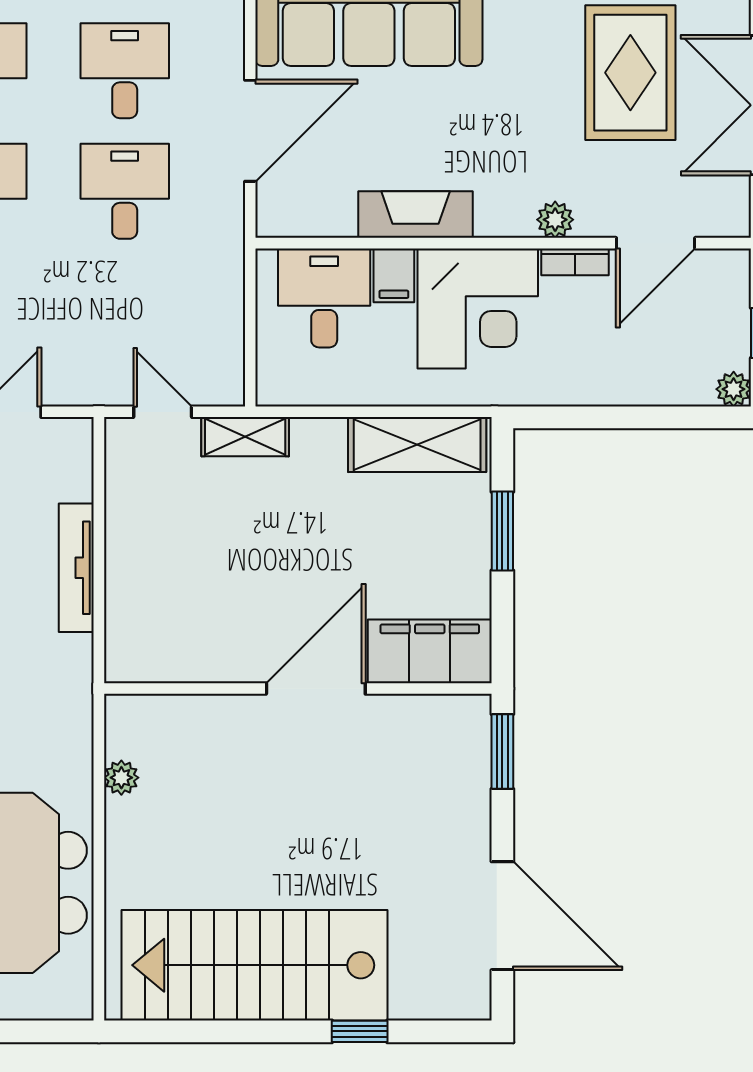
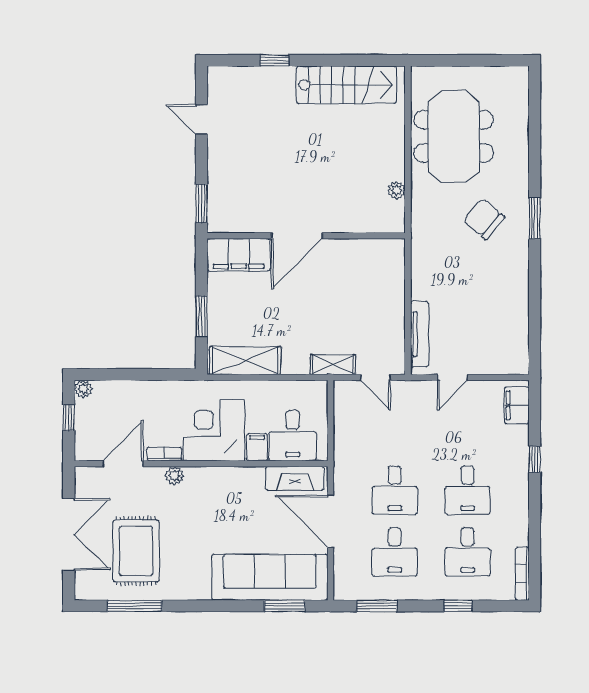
door: (250, 131) -> (330, 521), hinge flipped
fireplace: (416, 215) -> (295, 478), moved
tv unit: (76, 568) -> (419, 334), moved
door: (502, 916) -> (202, 120), width x0.53
stairs: (254, 965) -> (346, 85), width x0.73, depth x0.66

